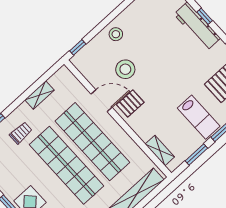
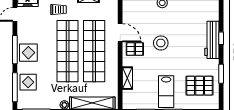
stool: (125, 69) -> (161, 43), moved
shelving: (160, 150) -> (127, 78), moved

